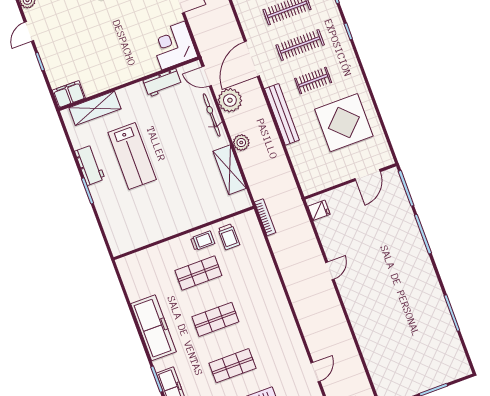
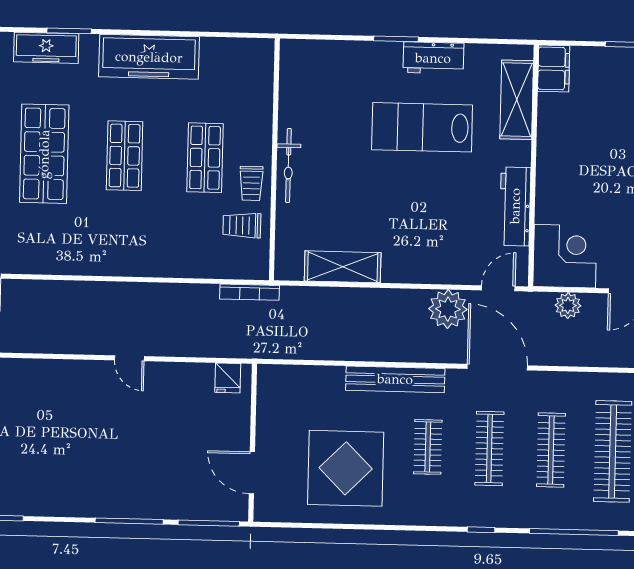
workbench: (162, 83) -> (515, 206), width x1.38
bicycle: (212, 115) -> (288, 166), moved, turned 90
plant: (241, 143) -> (568, 305), moved
shop shelf: (232, 366) -> (44, 154), width x1.43, depth x1.36

